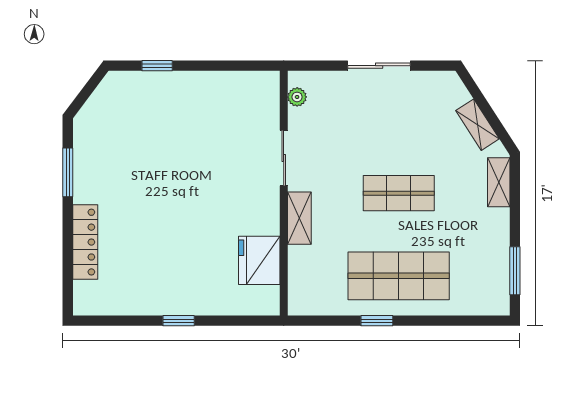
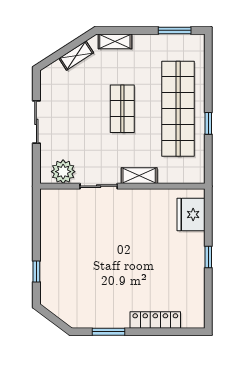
plant: (297, 97) -> (63, 172), width x1.88, depth x1.88
fridge: (259, 260) -> (191, 214), moved, turned 90
shop shelf: (399, 276) -> (178, 109), width x1.40

